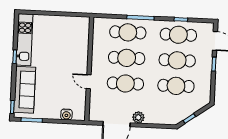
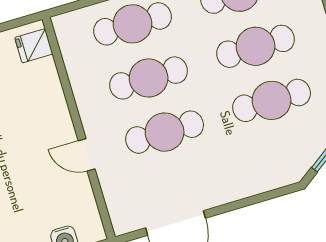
fridge: (82, 27) -> (34, 46), added
plant: (138, 117) -> (216, 193), removed

